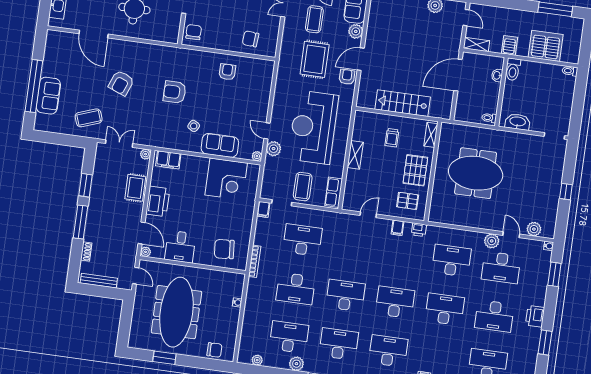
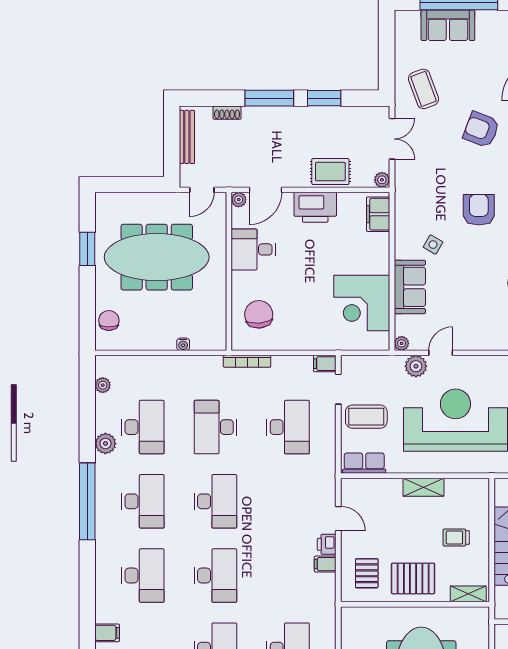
printer: (419, 230) -> (327, 544), moved
chair: (214, 350) -> (109, 321), turned 180

